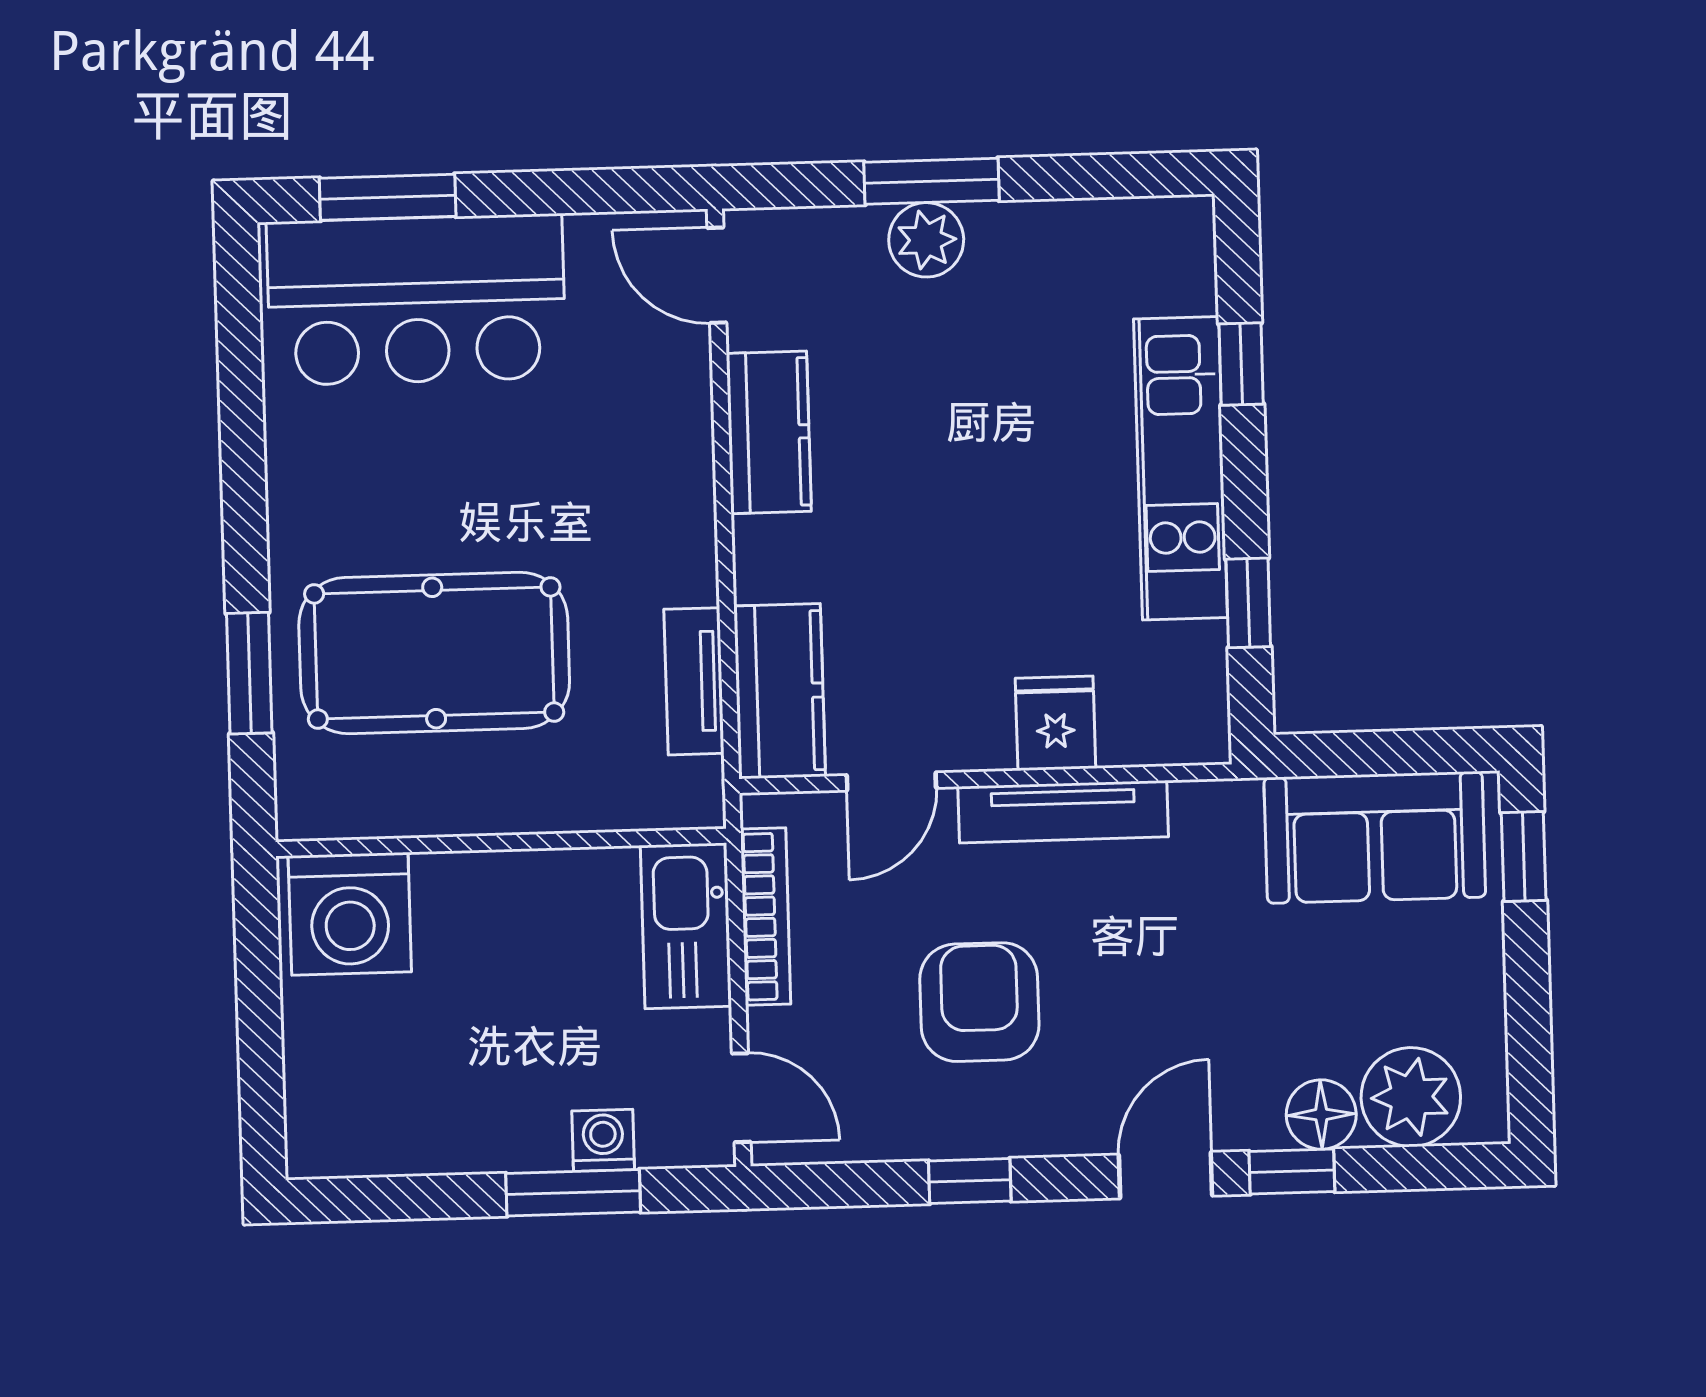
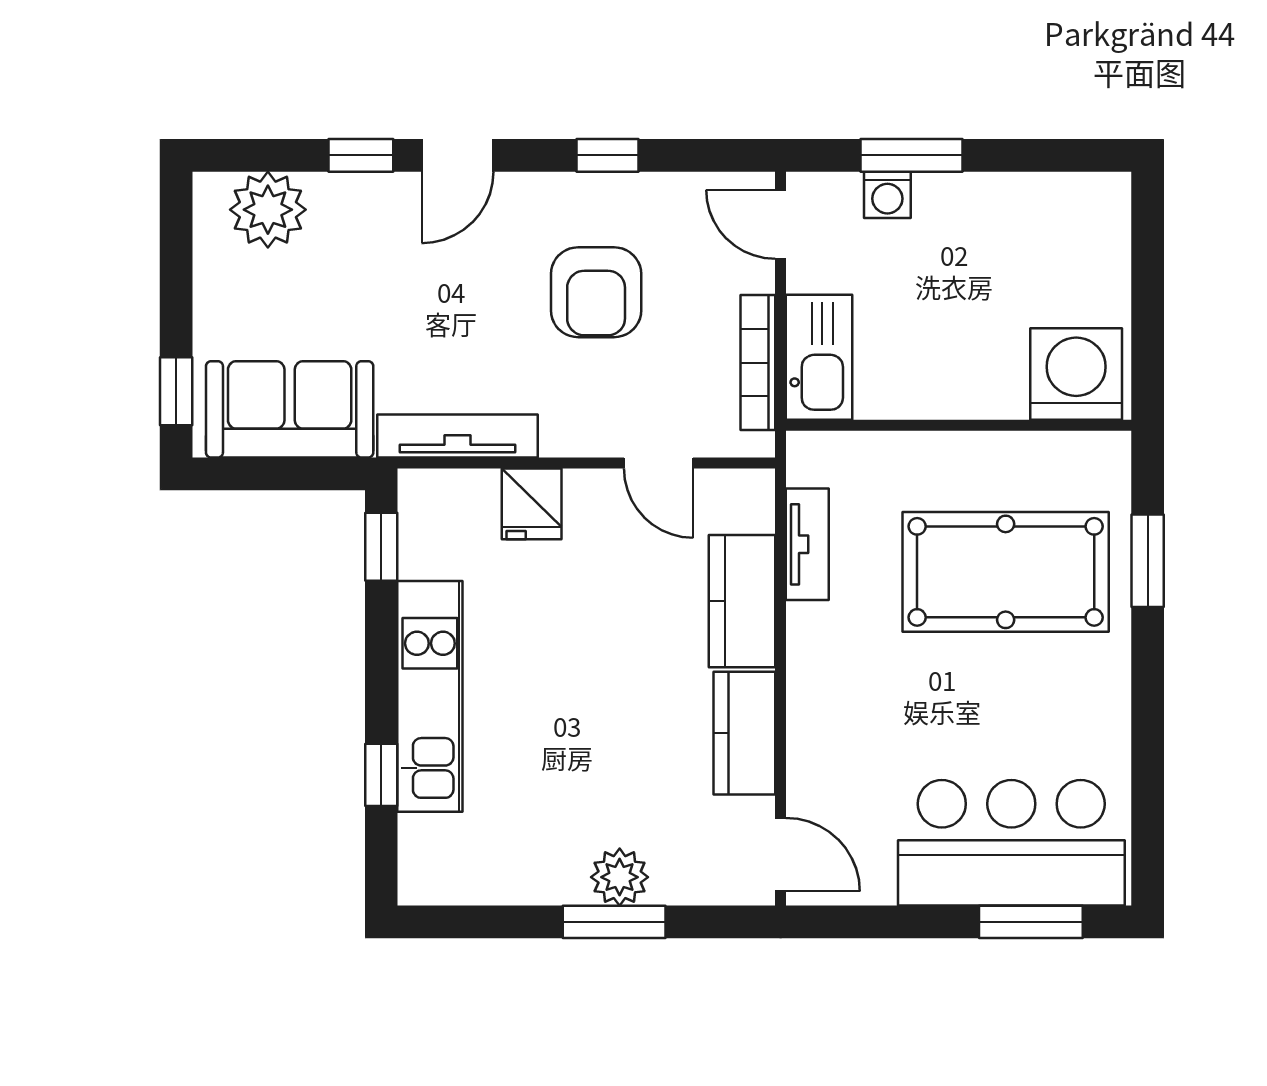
window: (1248, 603) -> (381, 547), moved
kitchen counter: (780, 691) -> (742, 601), moved
door: (891, 782) -> (658, 463), swing flipped
tv unit: (1063, 812) -> (458, 436), moved
floor lamp: (1321, 1115) -> (337, 198), removed

